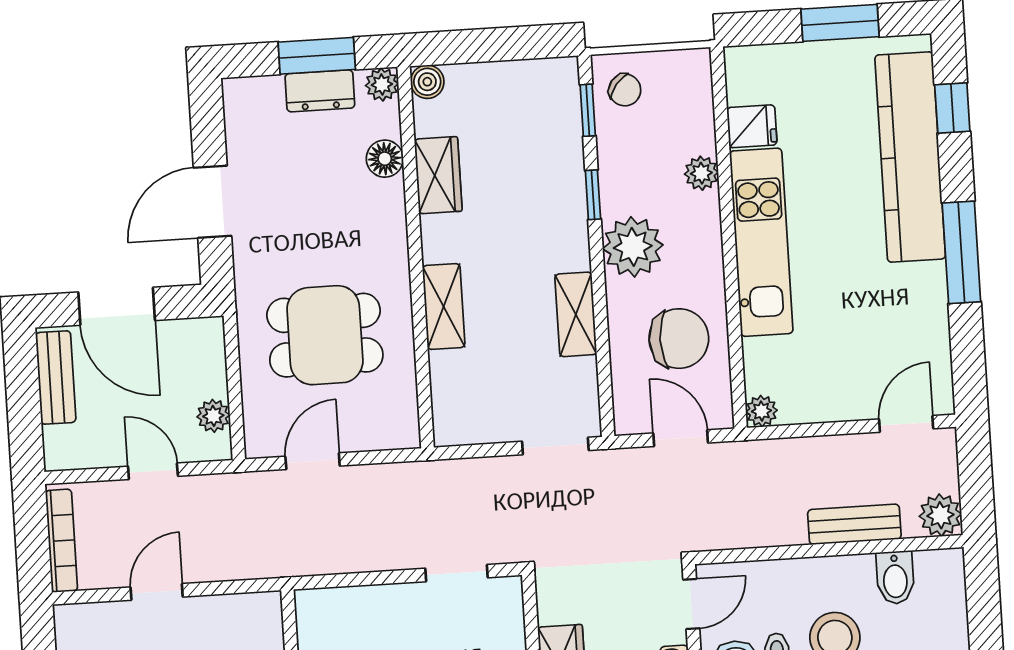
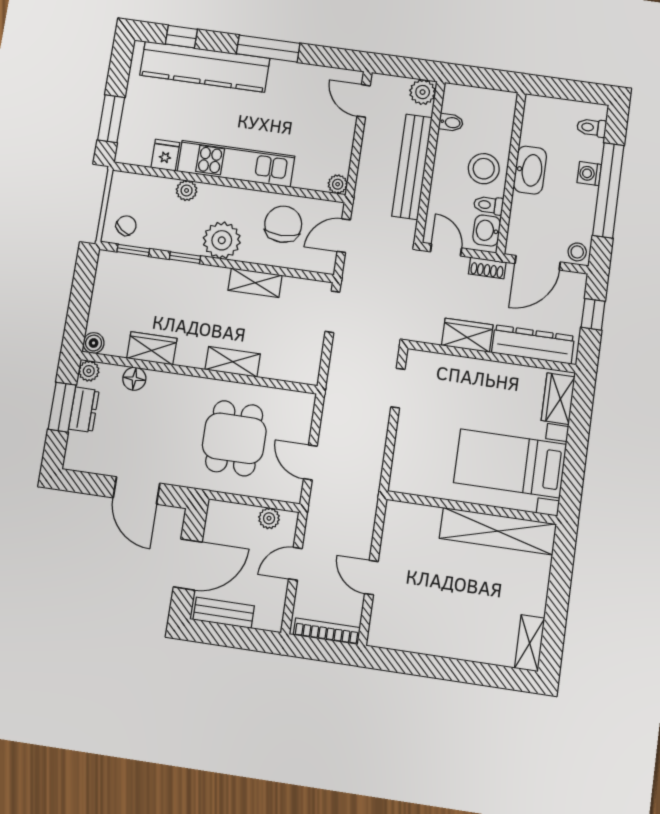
window: (840, 23) -> (111, 119), moved
bench: (854, 524) -> (412, 167), width x1.86, depth x1.21
bidet: (895, 578) -> (451, 122), width x0.72, depth x0.74

